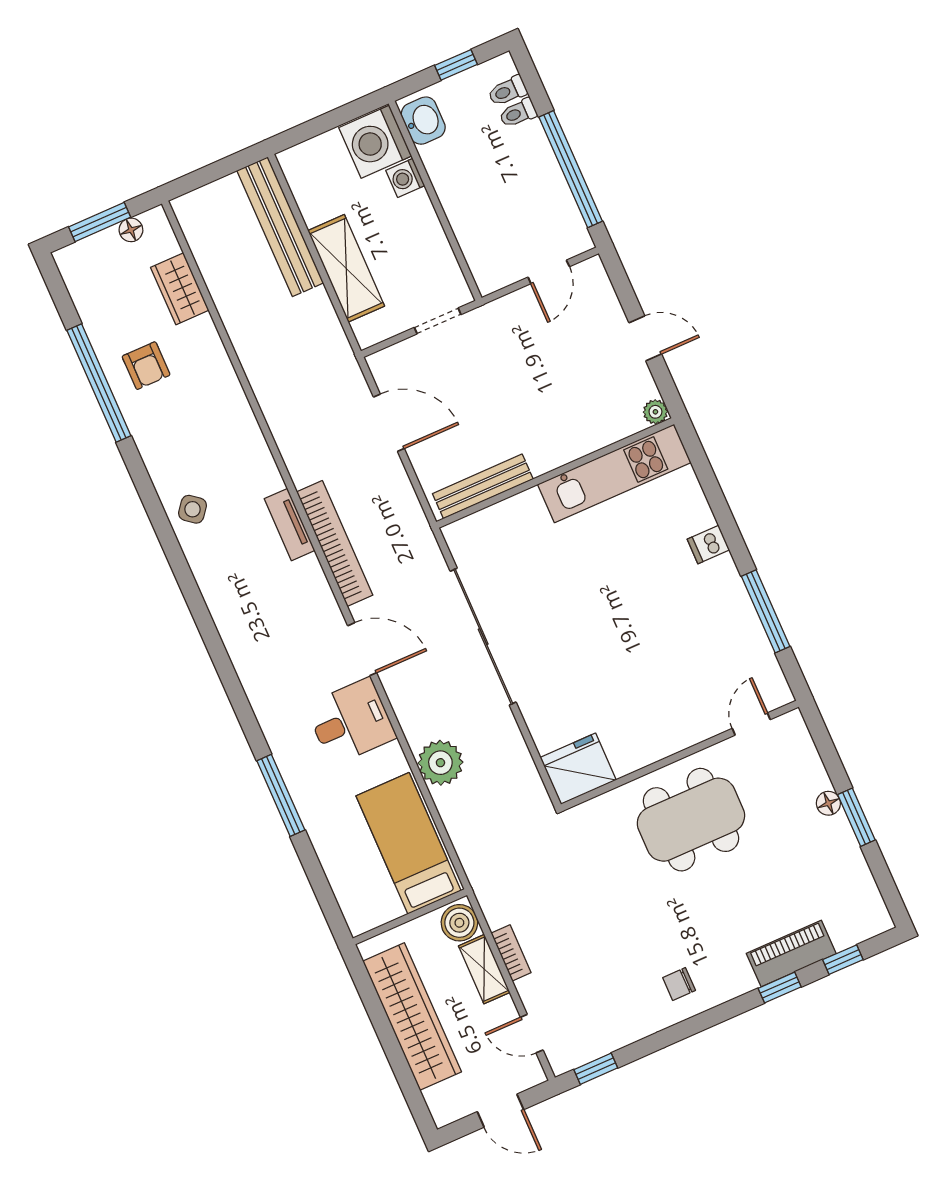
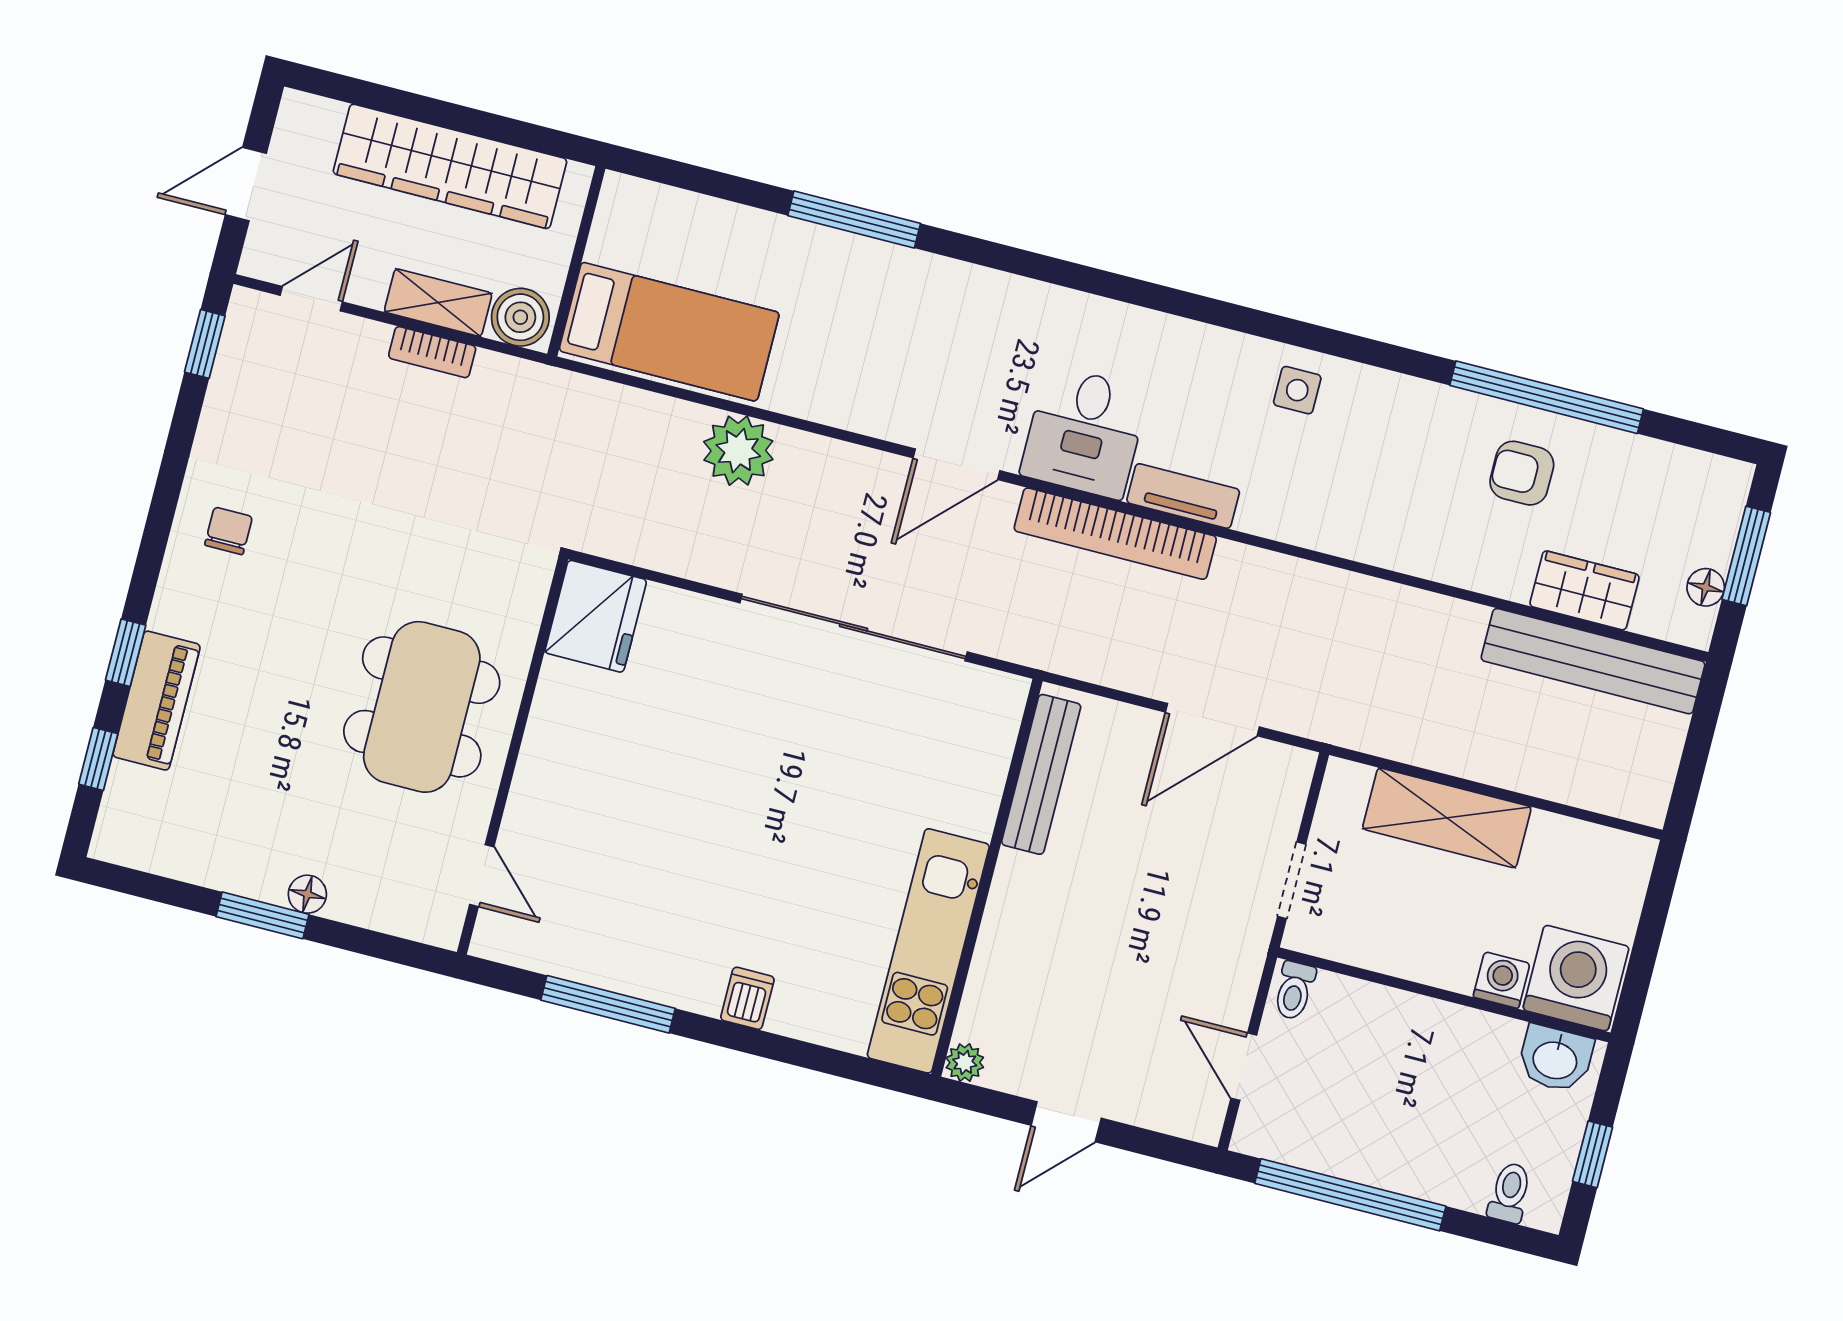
toilet: (518, 113) -> (1294, 991), moved, turned 180
bench: (280, 227) -> (1593, 661), moved
side table: (193, 509) -> (1297, 390), turned -38
desk: (351, 722) -> (1084, 432), moved

